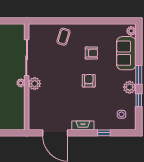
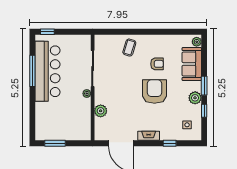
armchair: (89, 81) -> (154, 91), width x1.88, depth x1.88
plant: (35, 84) -> (101, 111), moved

